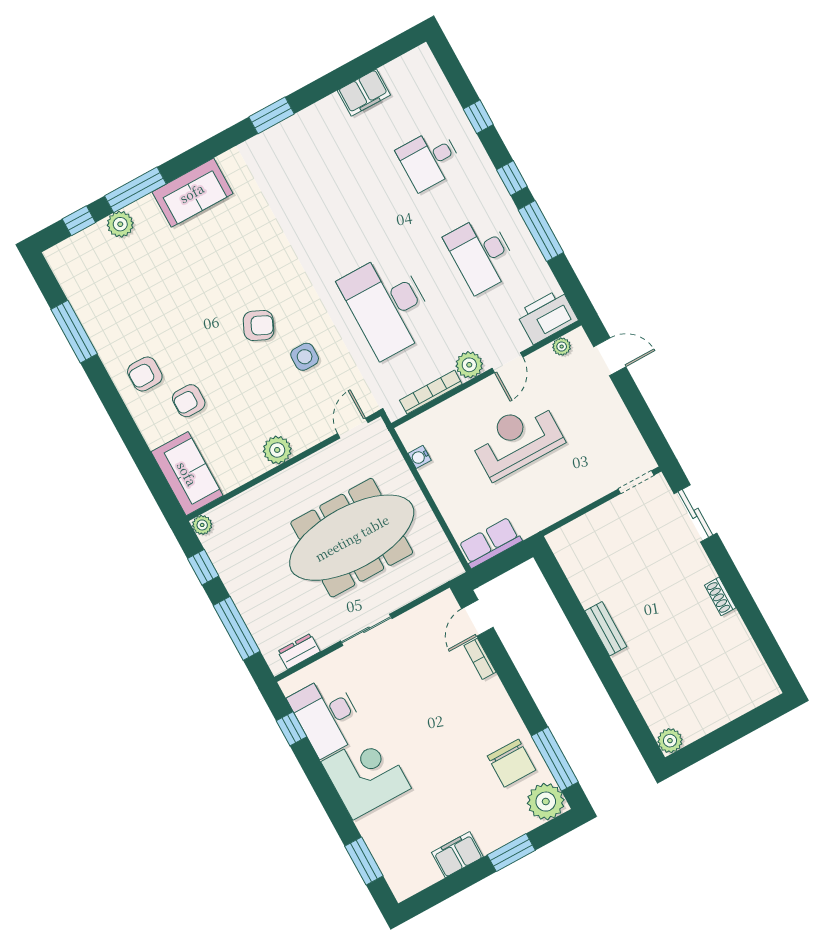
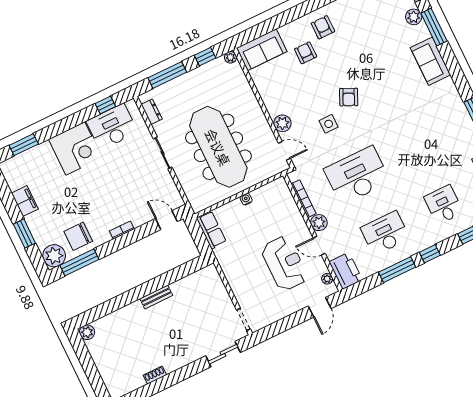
reception desk: (517, 440) -> (284, 263), moved
plant: (277, 450) -> (282, 123), moved
water cooler: (420, 457) -> (246, 199), moved
shoe rack: (720, 596) -> (155, 375), moved
bookcase: (480, 659) -> (122, 230), moved

